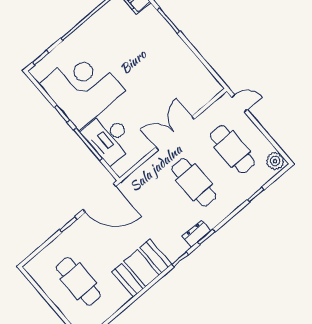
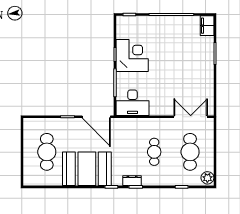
corner desk: (82, 87) -> (132, 55), width x0.74, depth x0.74
door: (239, 103) -> (215, 130), removed
double door: (175, 133) -> (191, 117), moved
desk: (109, 138) -> (133, 103), moved, turned -90
cafe table: (194, 182) -> (154, 152), width x0.73, depth x0.74
booth: (142, 268) -> (87, 169), width x1.36, depth x1.42

